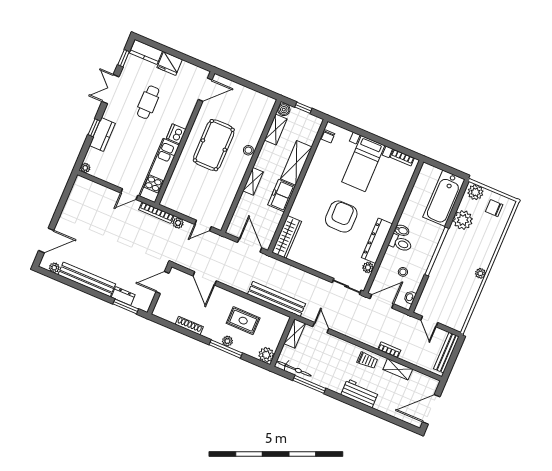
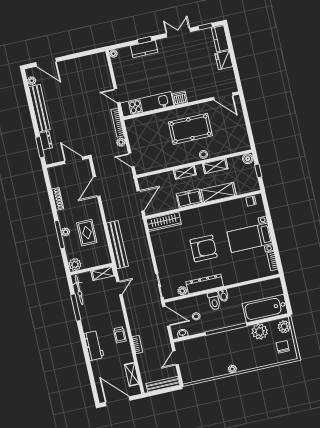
cafe table: (148, 102) -> (188, 64), removed
shelving: (276, 129) -> (215, 166), moved
shelving: (398, 369) -> (132, 374), moved

